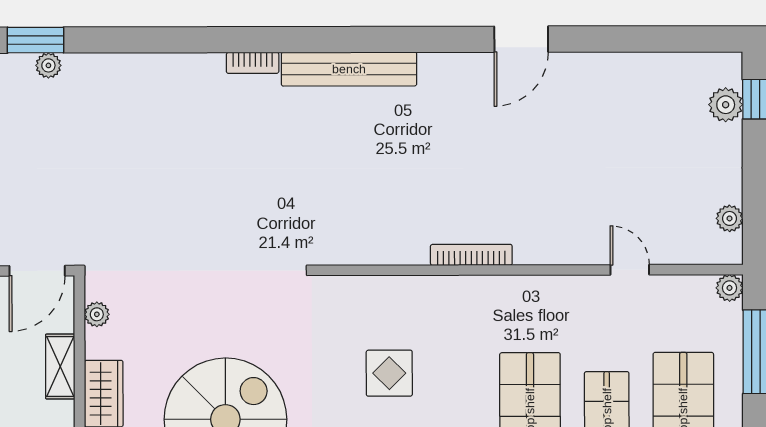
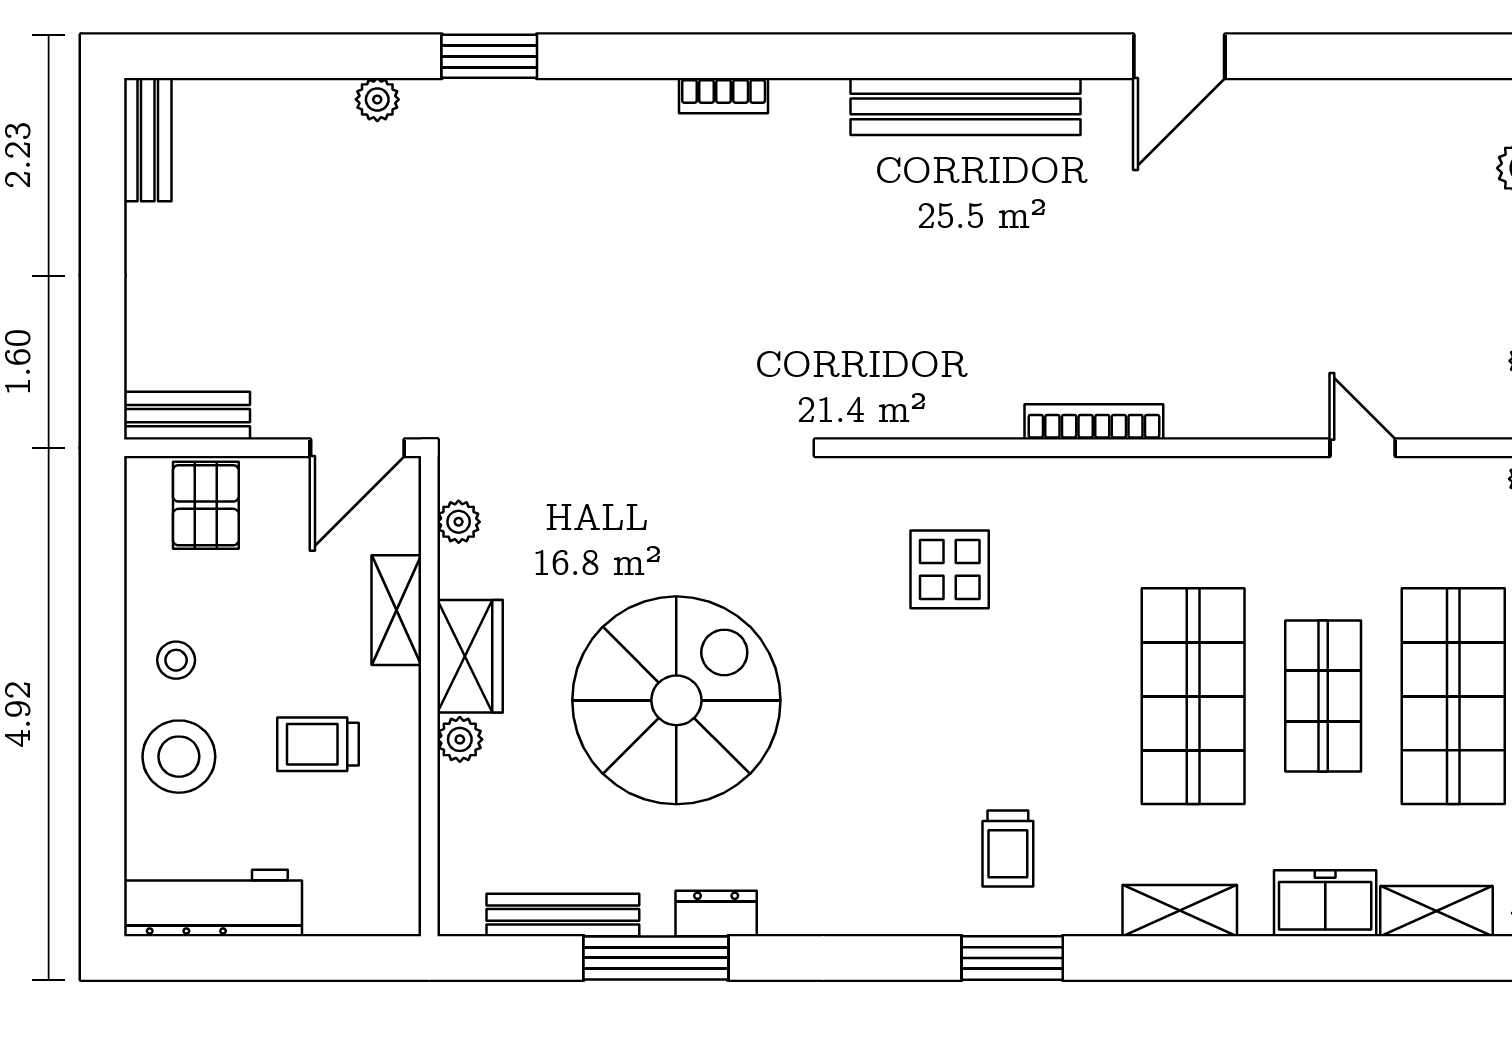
window: (35, 40) -> (489, 56), moved
bench: (349, 69) -> (965, 106), moved
display table: (389, 373) -> (950, 569), moved

